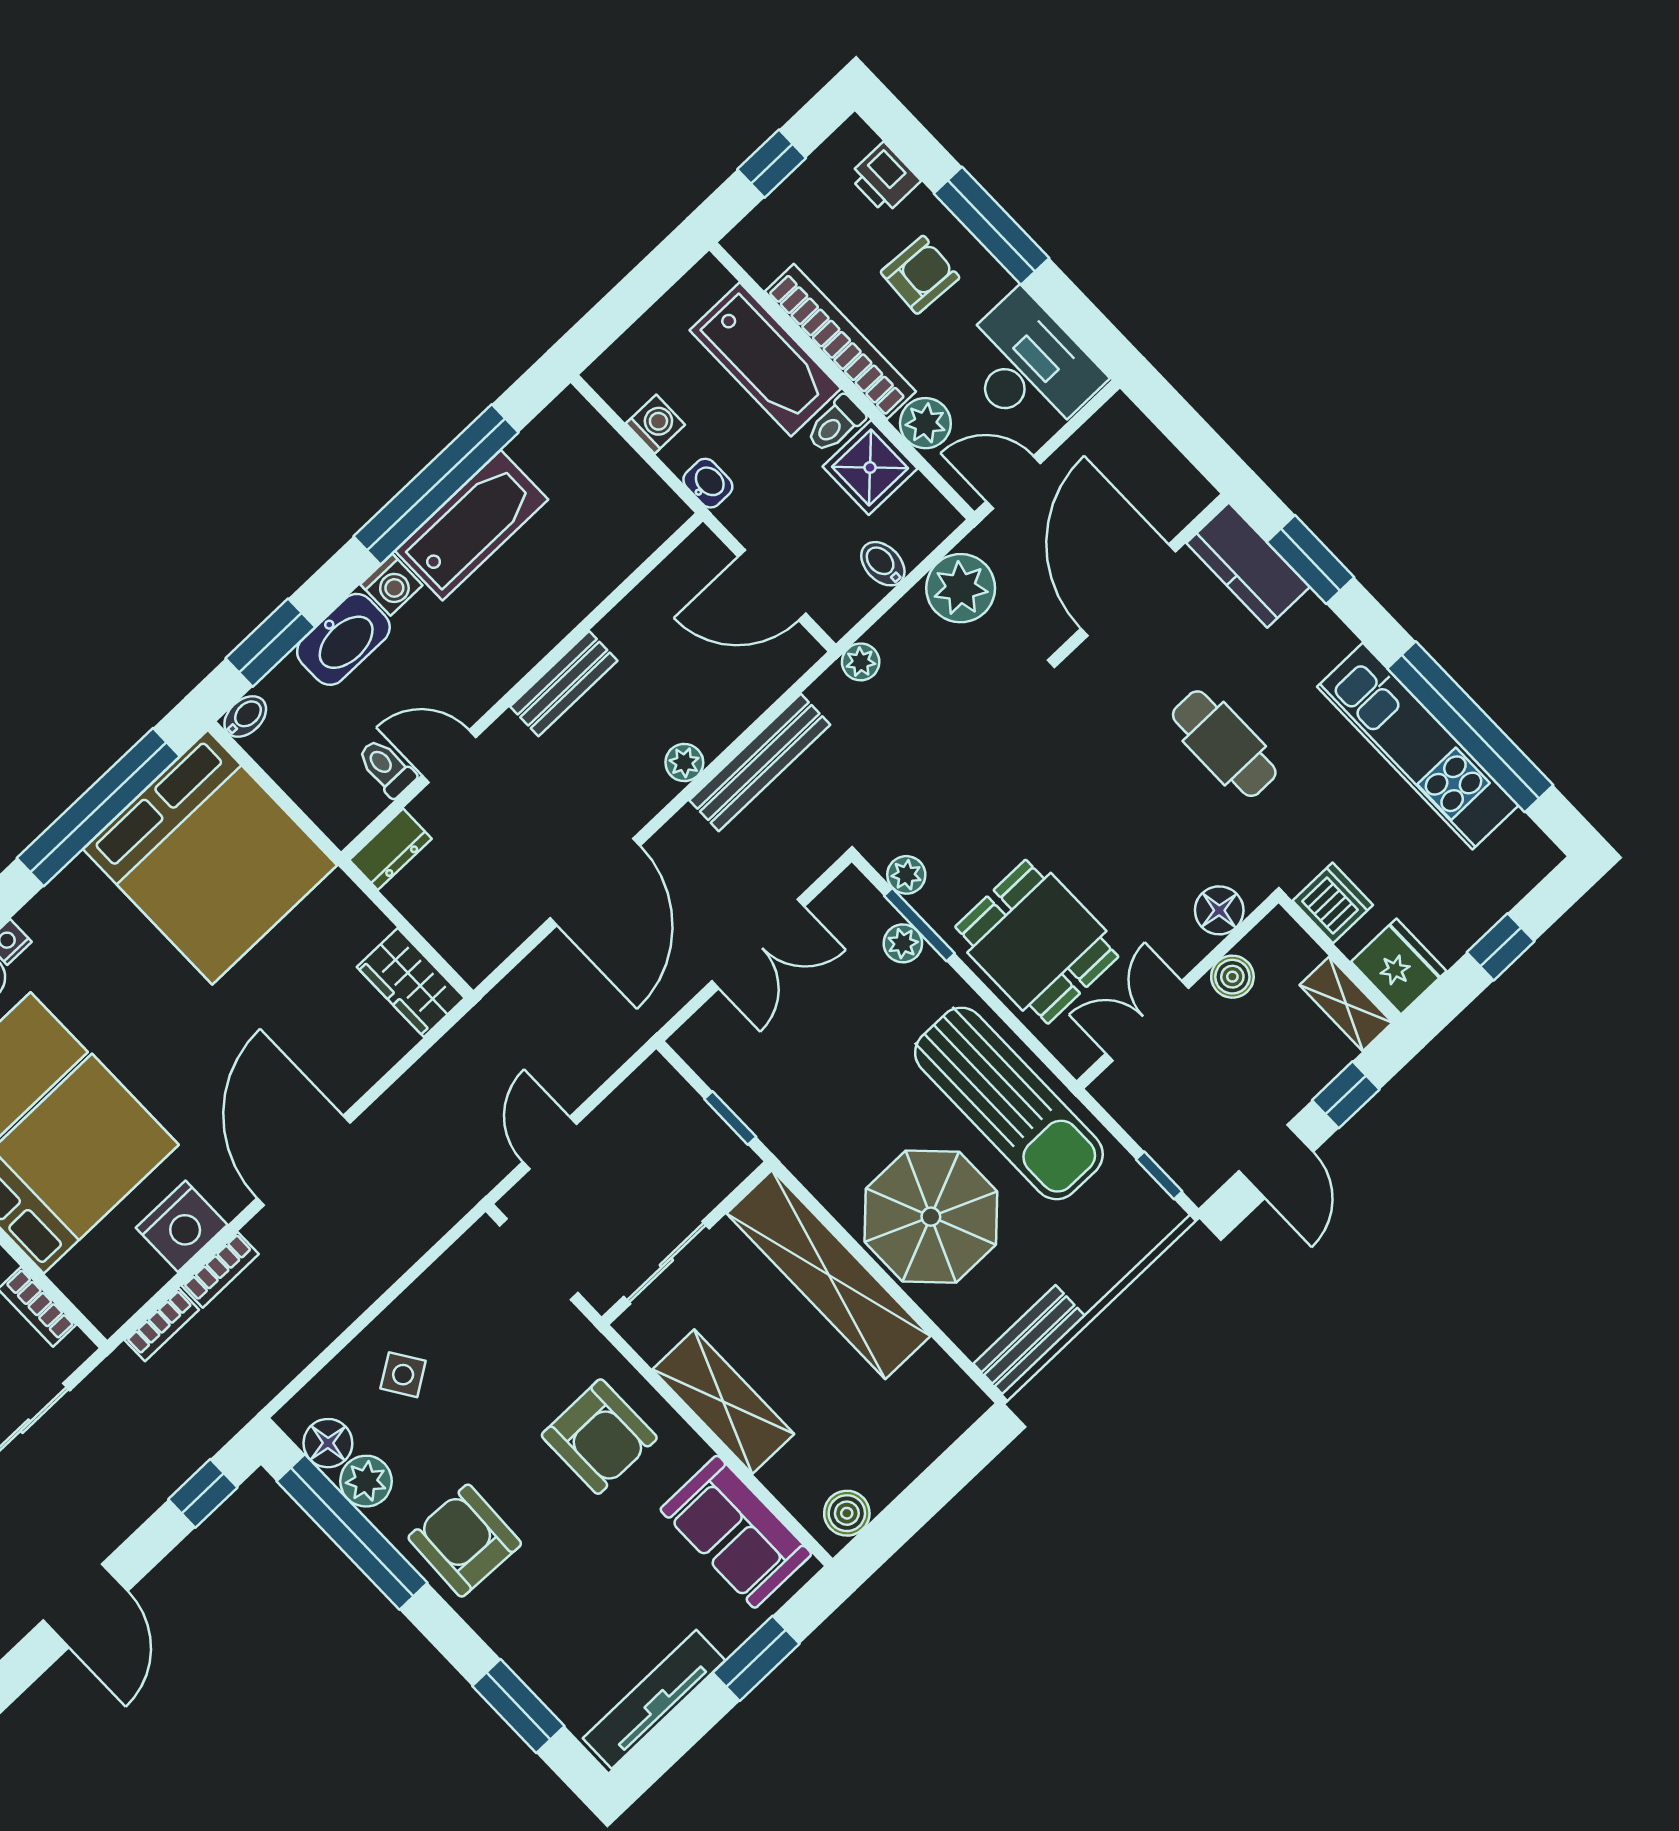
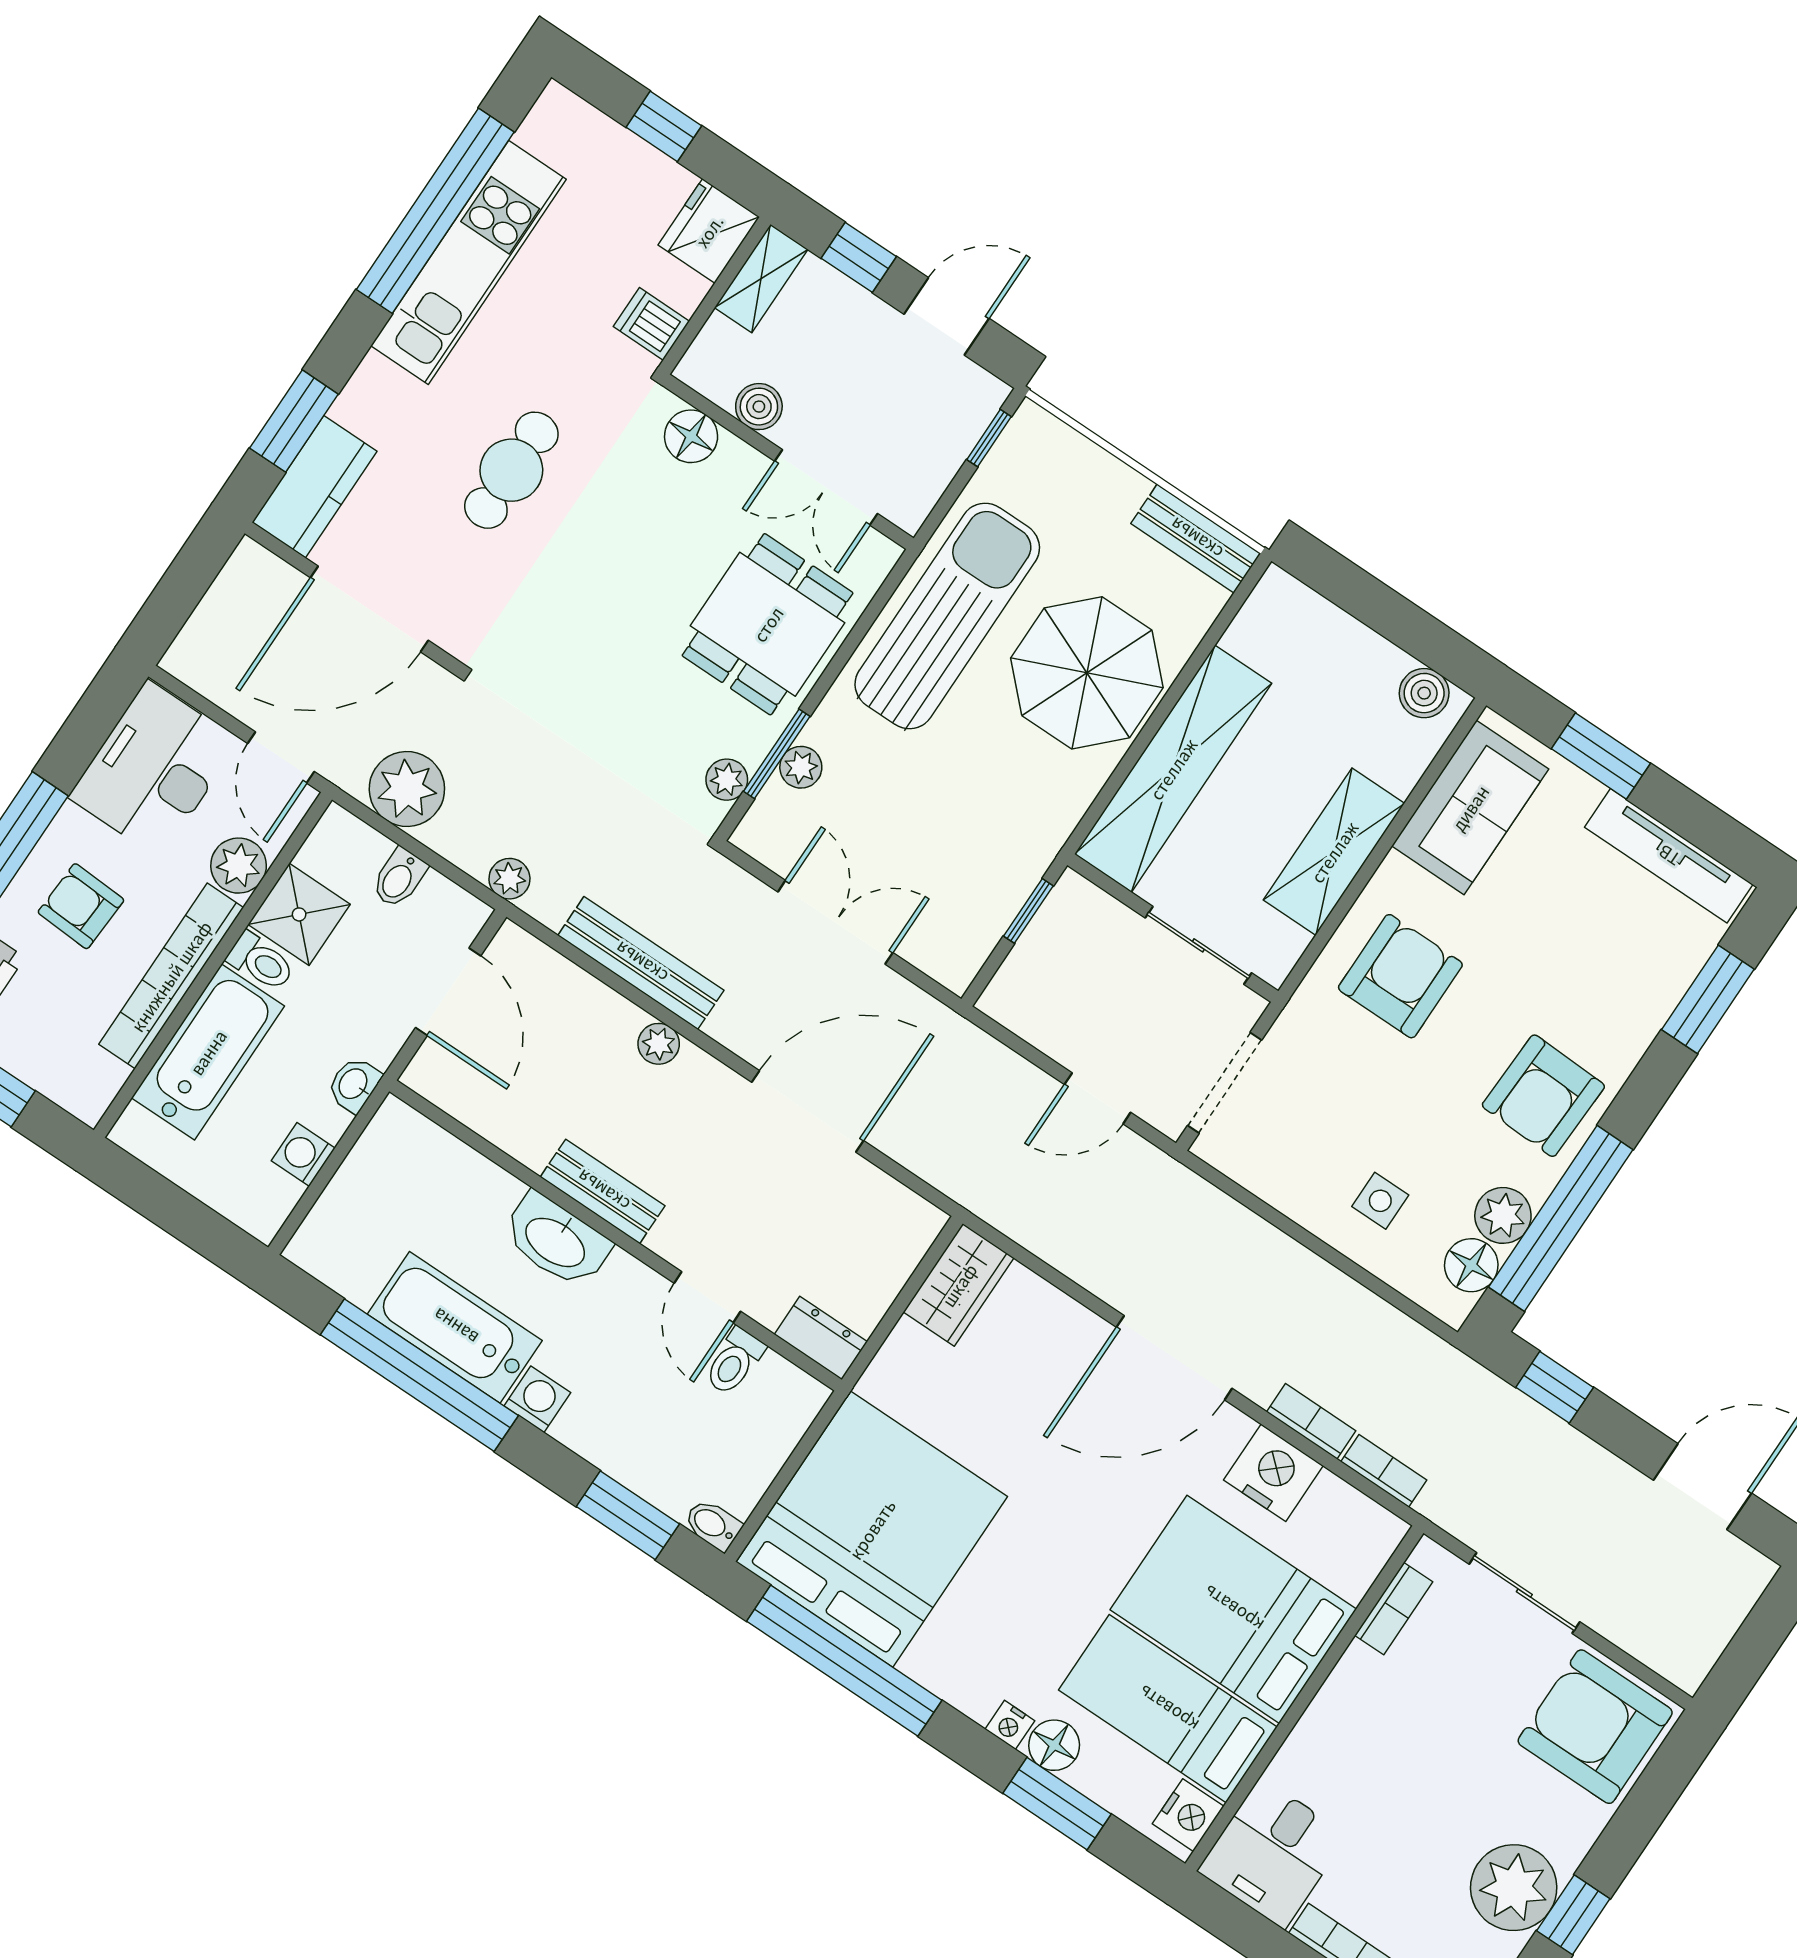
washbasin: (343, 639) -> (556, 1241), moved, turned 180
dishwasher: (1333, 903) -> (651, 324), width x0.73
side table: (403, 1375) -> (1380, 1201), turned 33

